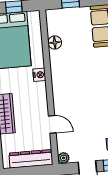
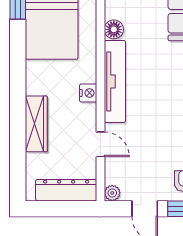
nightstand: (39, 75) -> (88, 93), moved
tv unit: (59, 79) -> (115, 81), added

